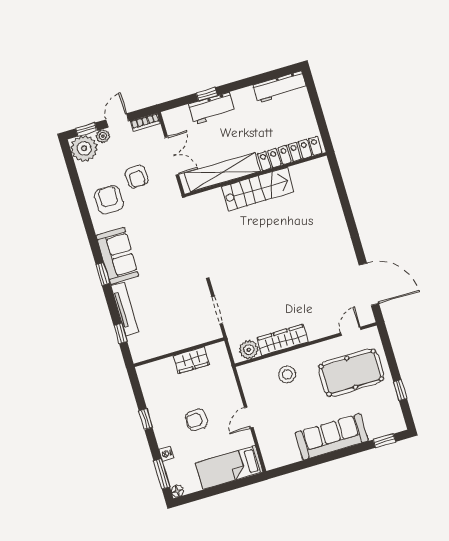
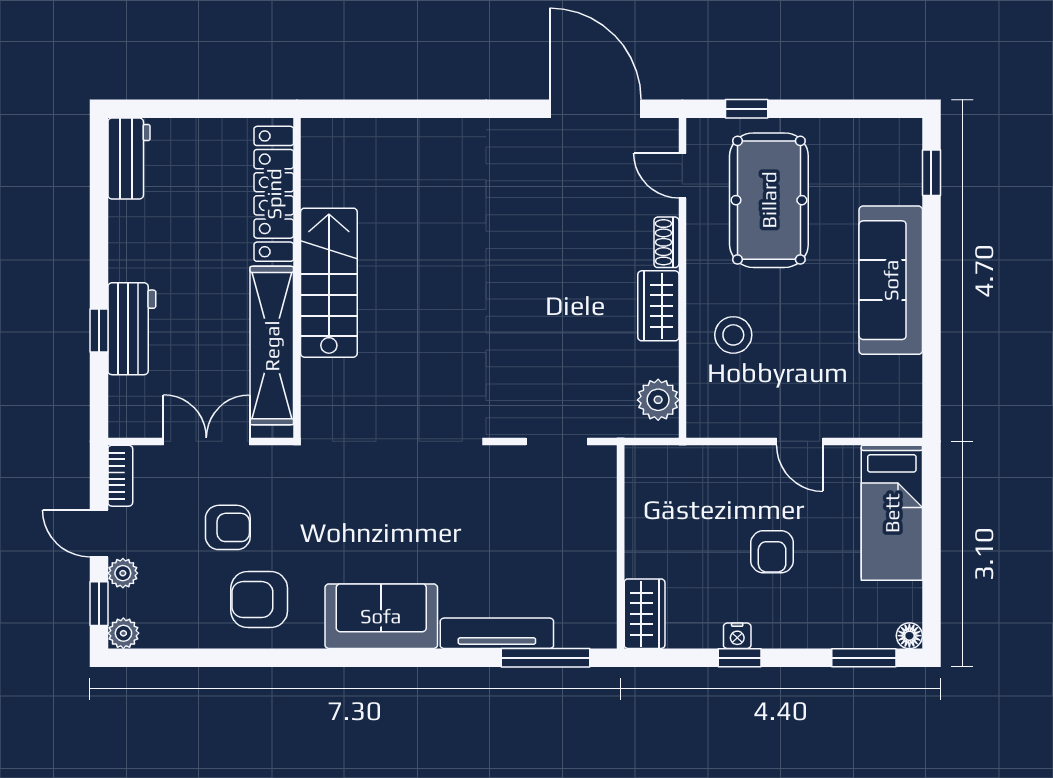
workbench: (280, 87) -> (129, 158), width x0.73
plant: (84, 148) -> (123, 633), width x0.53, depth x0.53
window: (103, 274) -> (411, 658), removed
door: (369, 284) -> (595, 109), hinge flipped
window: (120, 333) -> (545, 658), width x2.17
shoe rack: (319, 333) -> (666, 242), added
wardrobe: (282, 340) -> (658, 306), width x0.67
wardrobe: (191, 360) -> (645, 614), moved
window: (400, 390) -> (747, 109), moved
nightstand: (166, 454) -> (737, 636), moved

